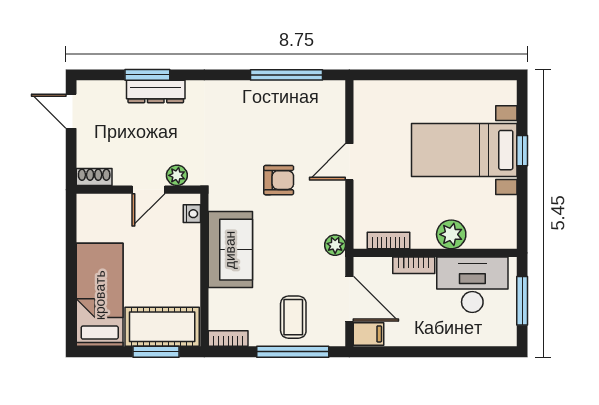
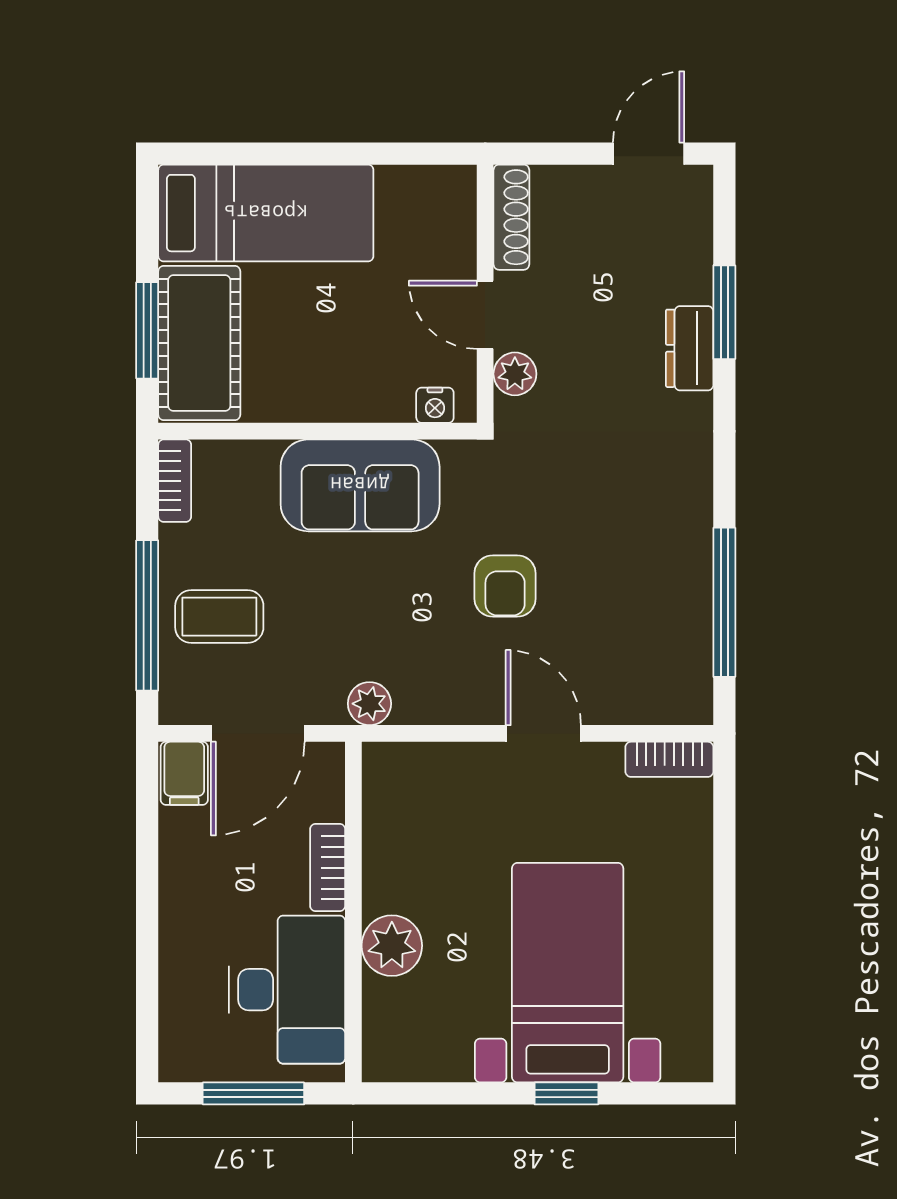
dresser: (156, 91) -> (690, 348), width x0.70
shoe rack: (94, 177) -> (511, 217), width x1.43
bookcase: (389, 240) -> (669, 759), moved, turned 90

